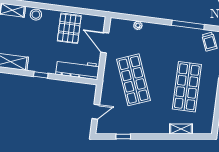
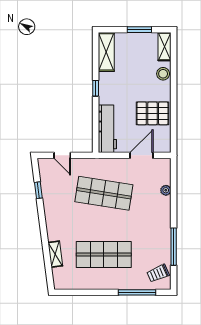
shop shelf: (133, 80) -> (104, 193), turned 30

